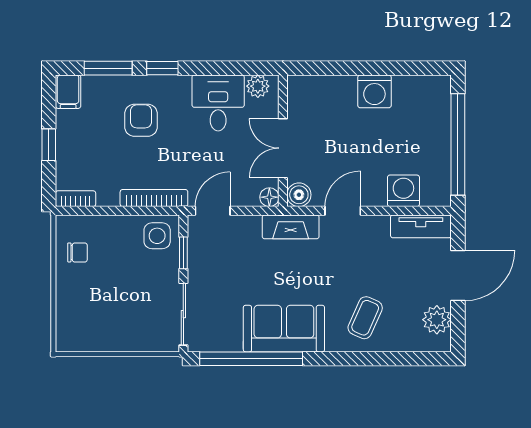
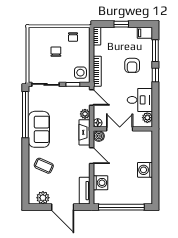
armchair: (141, 120) -> (132, 65), turned 90
plant: (249, 226) -> (85, 114), added
chair: (110, 291) -> (56, 52), added

